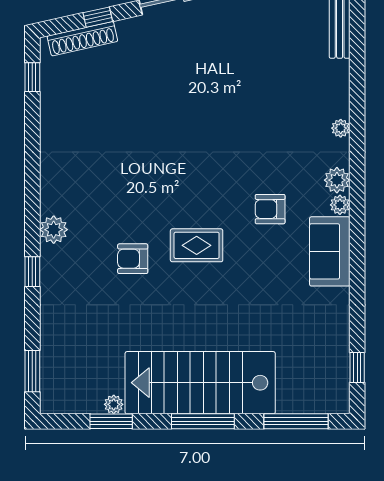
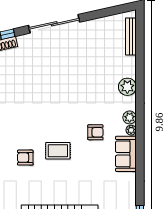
plant: (341, 128) -> (127, 87), width x1.87, depth x1.87
armchair: (270, 209) -> (95, 132), turned 180

